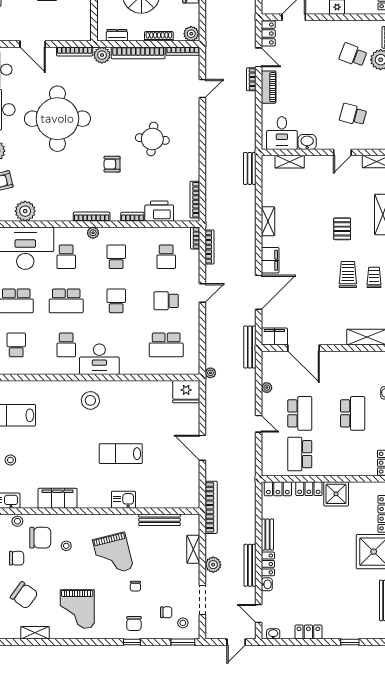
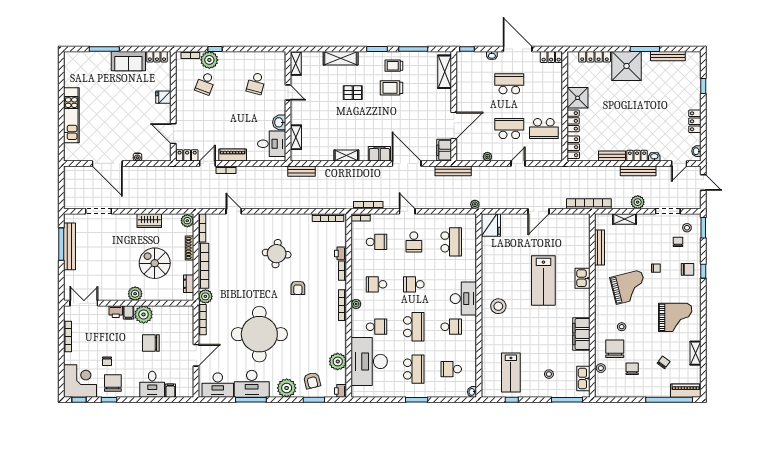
printer: (159, 211) -> (341, 253), width x0.53, depth x0.68
lab bench: (121, 454) -> (543, 280), width x1.36, depth x1.39
chair: (24, 595) -> (664, 362), width x0.54, depth x0.54

